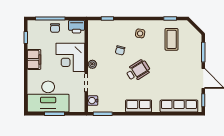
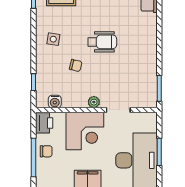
wheelchair: (138, 71) -> (102, 42), turned 122
water cooler: (93, 101) -> (55, 102), moved
row of seats: (139, 106) -> (149, 41), removed

